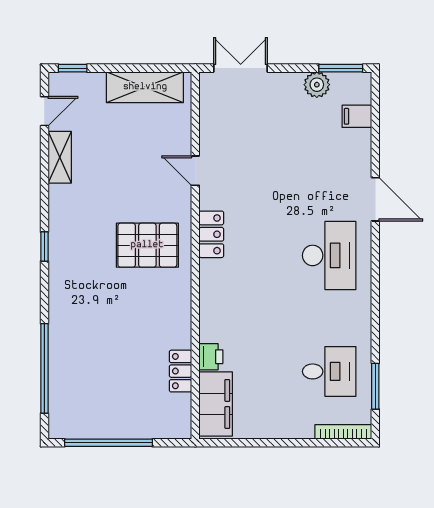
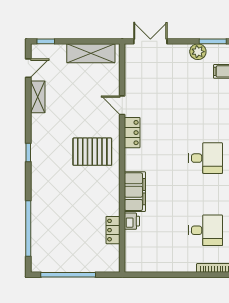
locker: (211, 234) -> (132, 133), moved
desk: (329, 255) -> (206, 158), width x0.73
filing cabinet: (216, 404) -> (135, 192), moved

